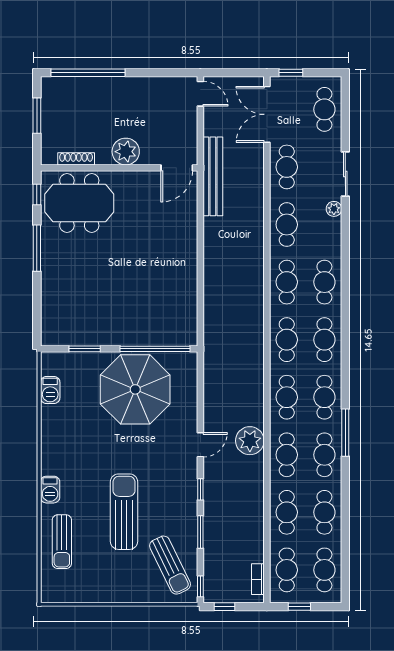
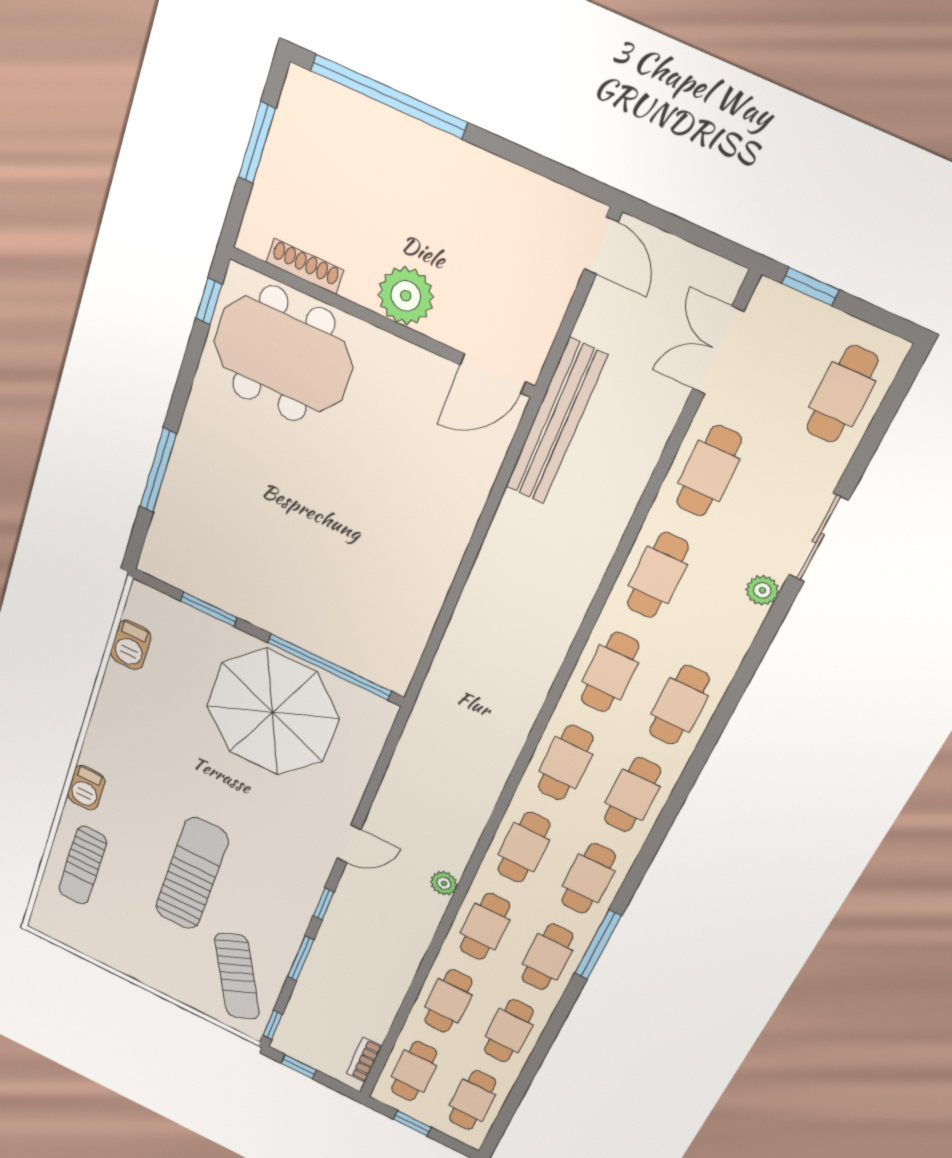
double door: (267, 114) -> (718, 350), width x0.73
window: (37, 248) -> (158, 470), moved
plant: (250, 441) -> (444, 883), width x0.53, depth x0.53

